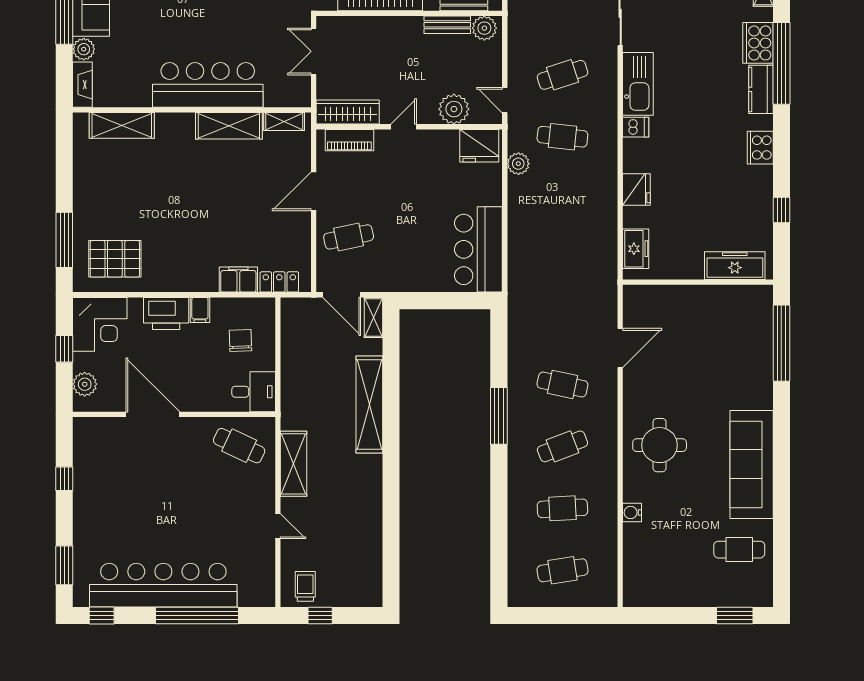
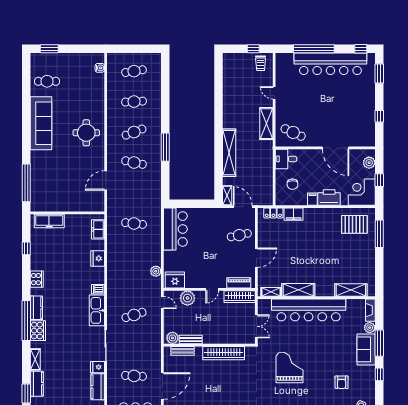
bar counter: (208, 85) -> (309, 310), width x1.36
cafe table: (562, 137) -> (134, 223), moved
water cooler: (632, 512) -> (100, 68), moved

